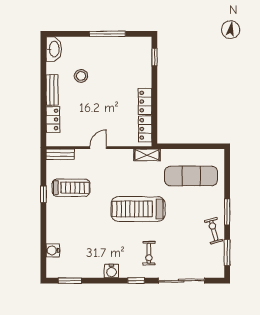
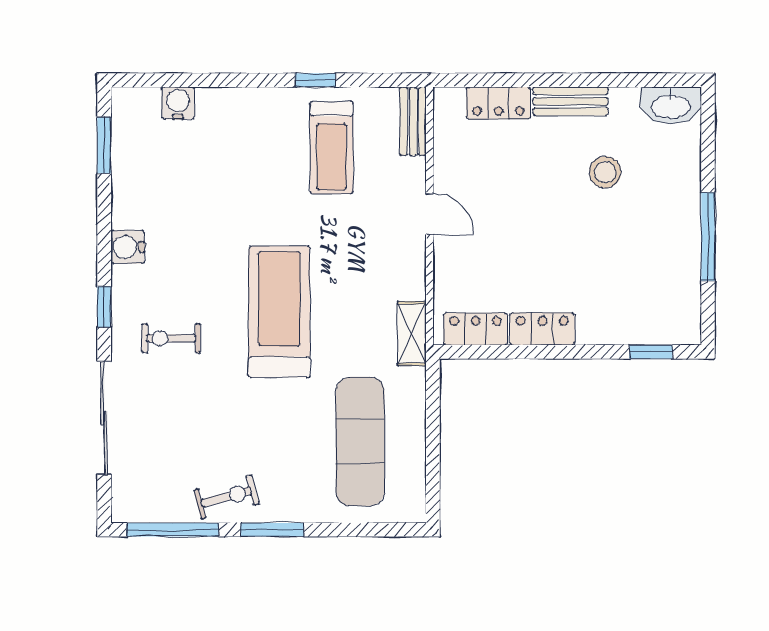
window: (227, 253) -> (173, 530), width x1.44

